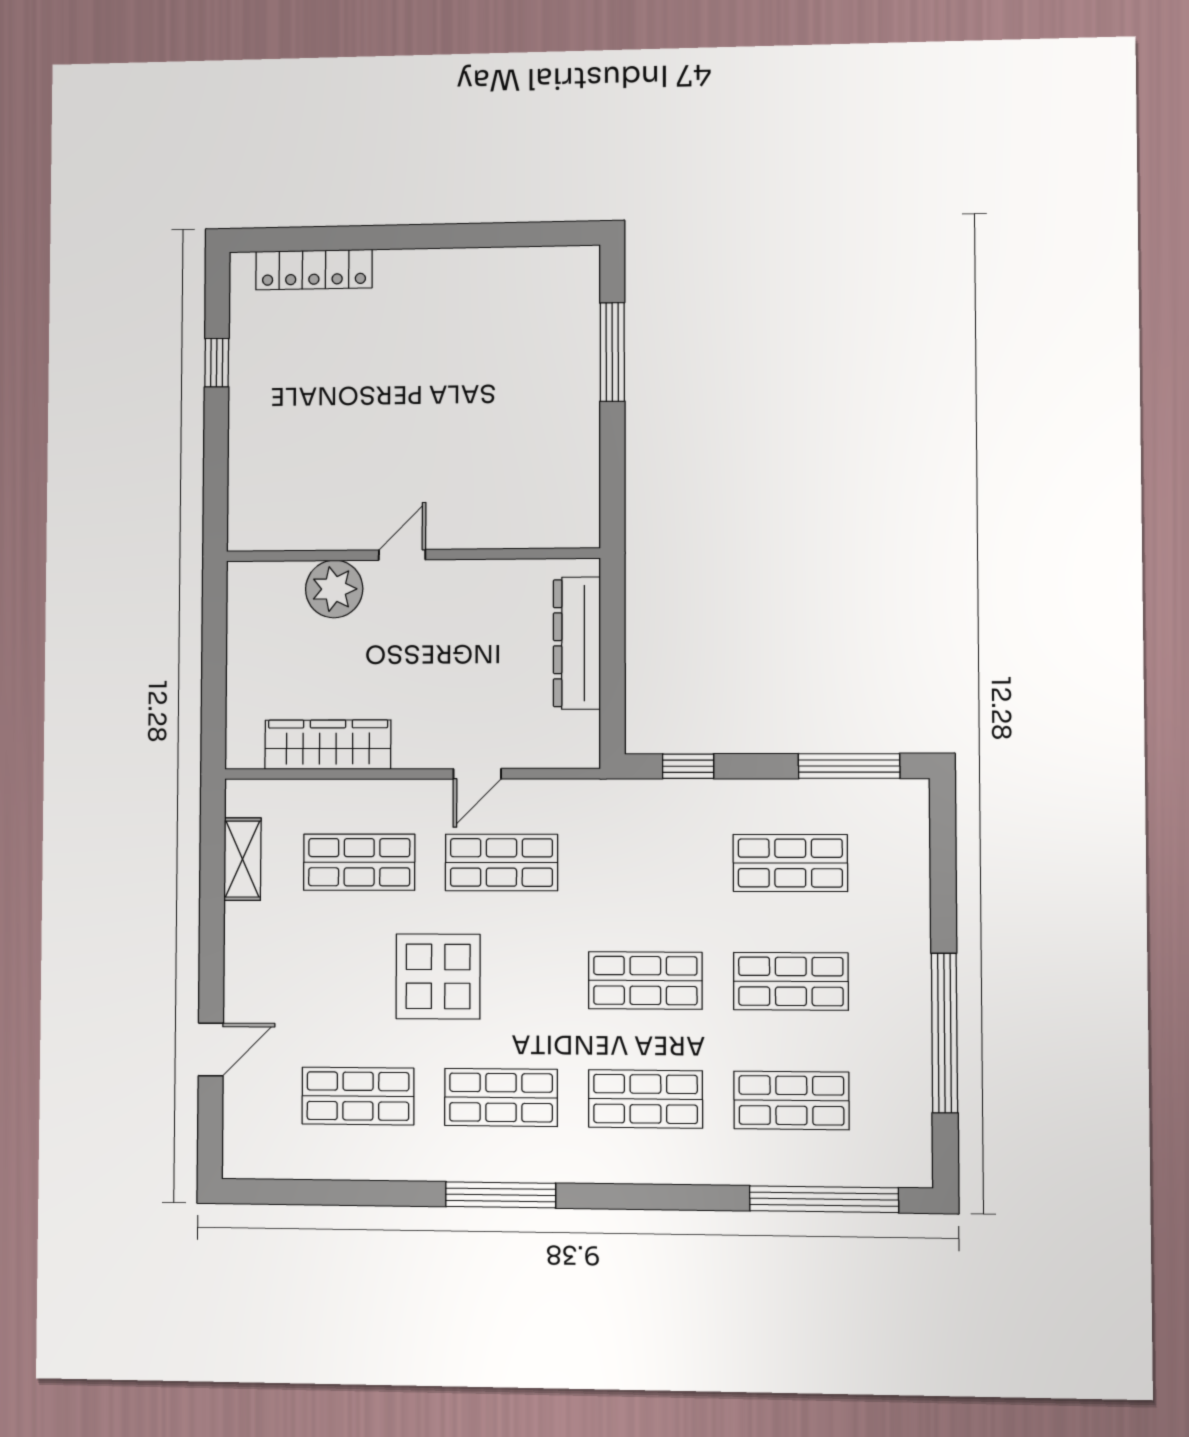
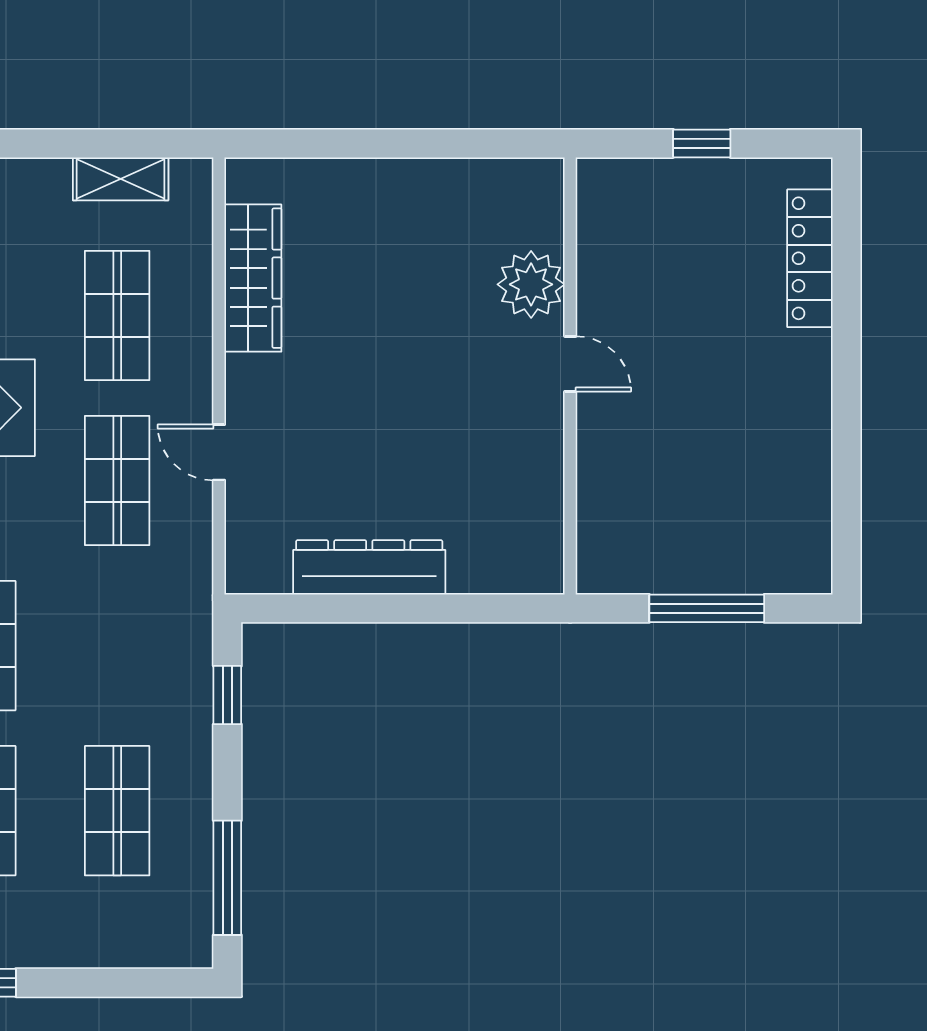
door: (402, 555) -> (570, 364), moved
wall: (412, 555) -> (570, 376), moved
plant: (334, 589) -> (531, 284), moved

